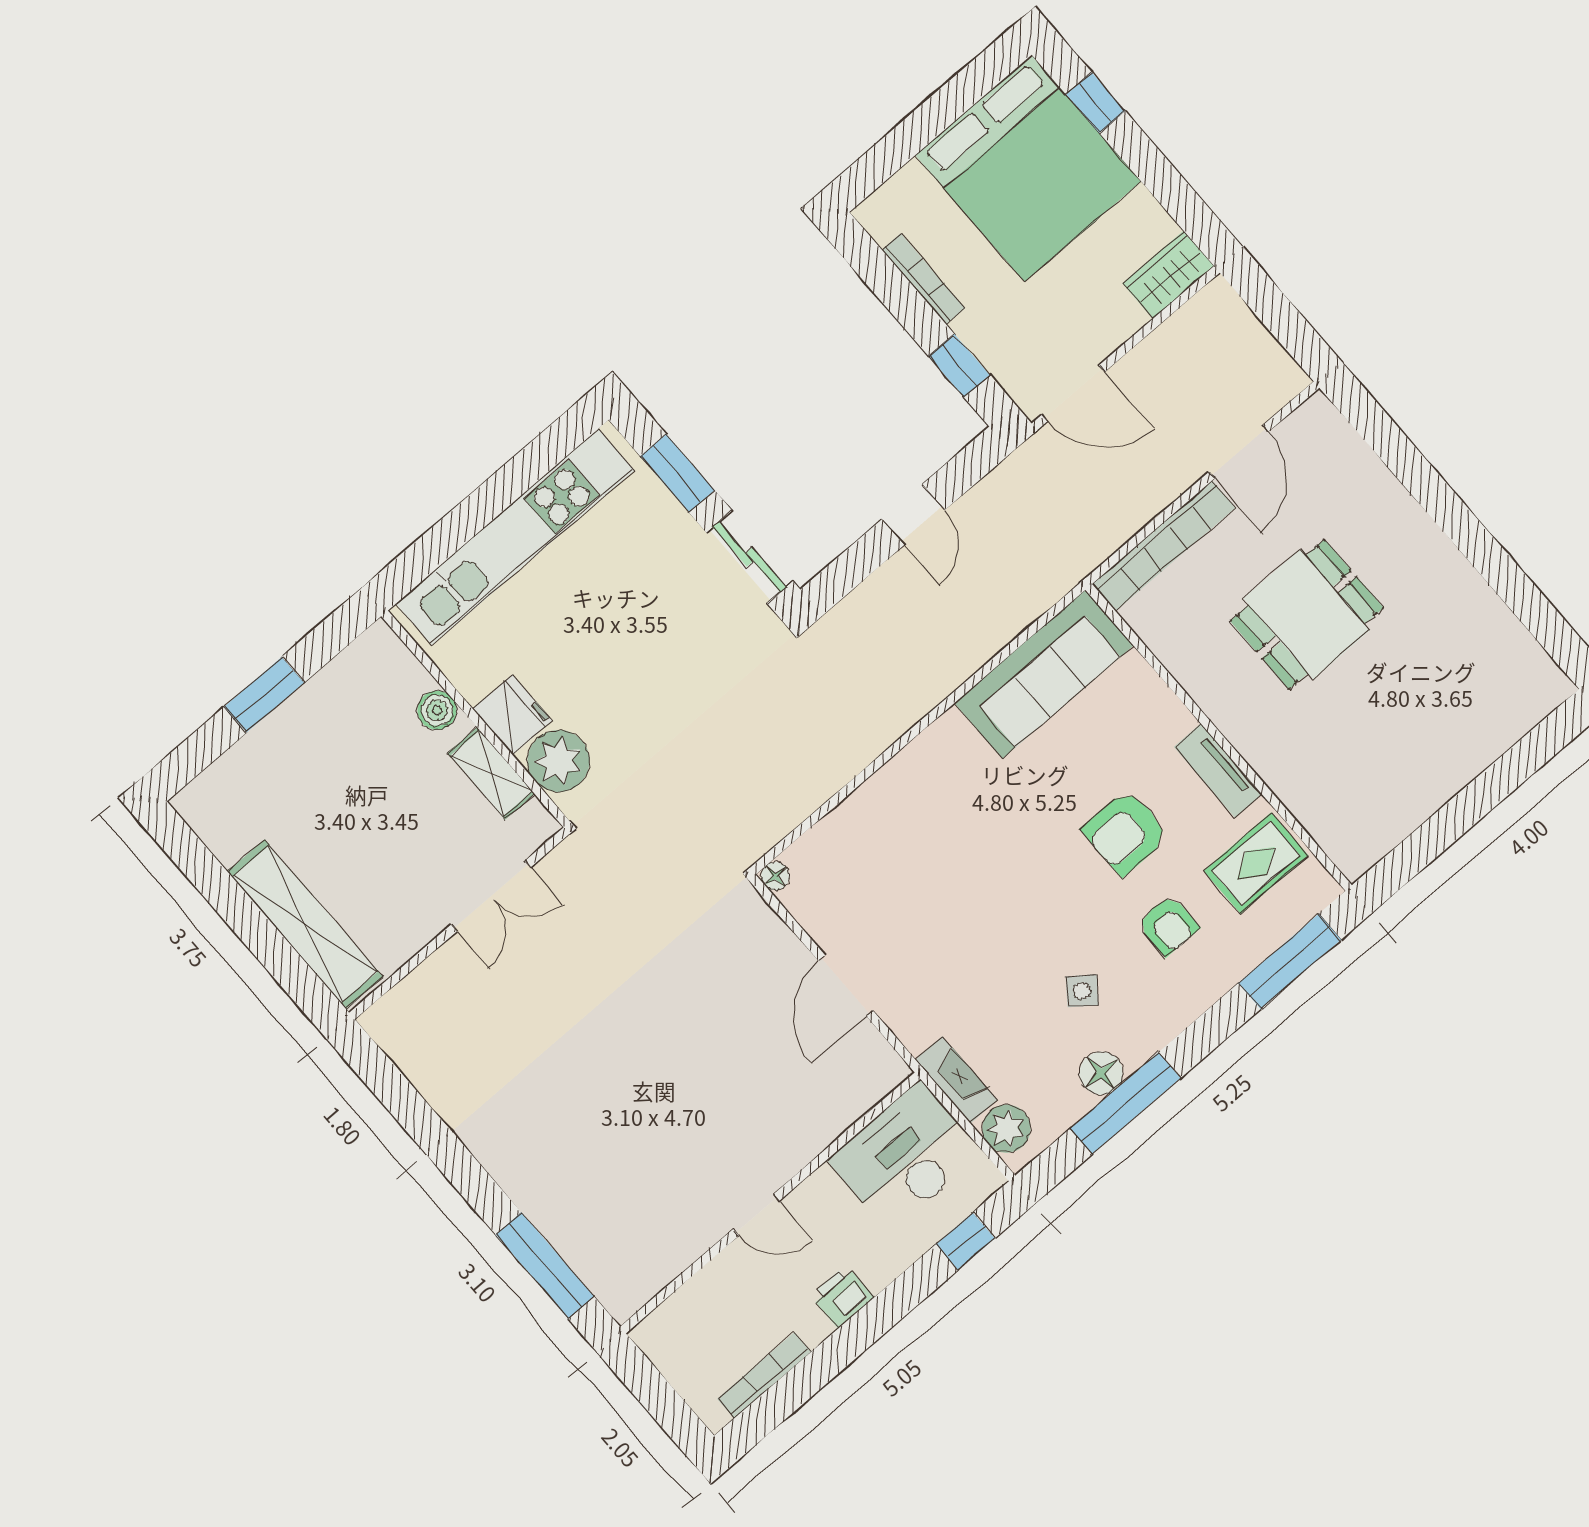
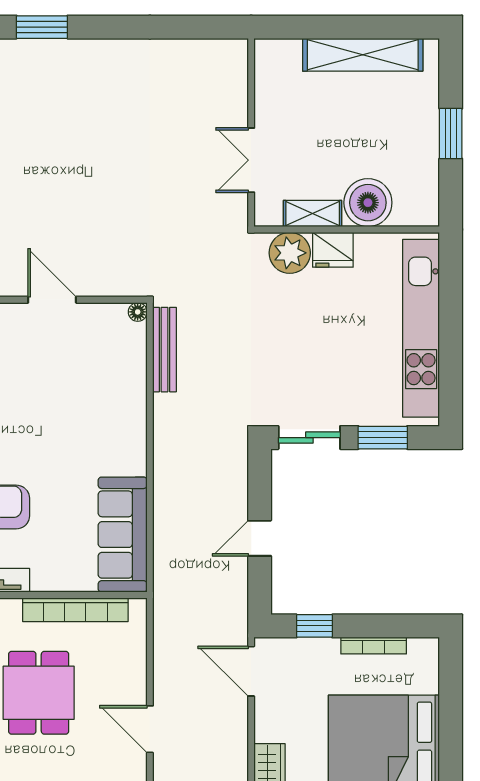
door: (1073, 393) -> (251, 671), hinge flipped
door: (913, 515) -> (260, 538), hinge flipped
bookcase: (1164, 546) -> (75, 610), moved, turned -90
boiler: (437, 710) -> (368, 203), width x1.86, depth x1.86
bench: (792, 808) -> (165, 350), added
shelving: (305, 924) -> (363, 55), moved
window: (545, 1265) -> (42, 27), width x0.69

